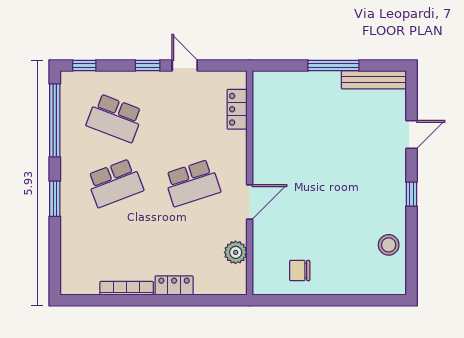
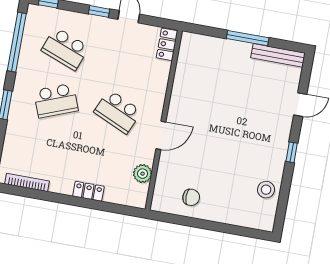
locker: (237, 109) -> (167, 44), moved
school desk: (192, 183) -> (118, 112), turned 42
chair: (300, 271) -> (191, 197), turned 180
bookcase: (127, 288) -> (27, 182), moved

